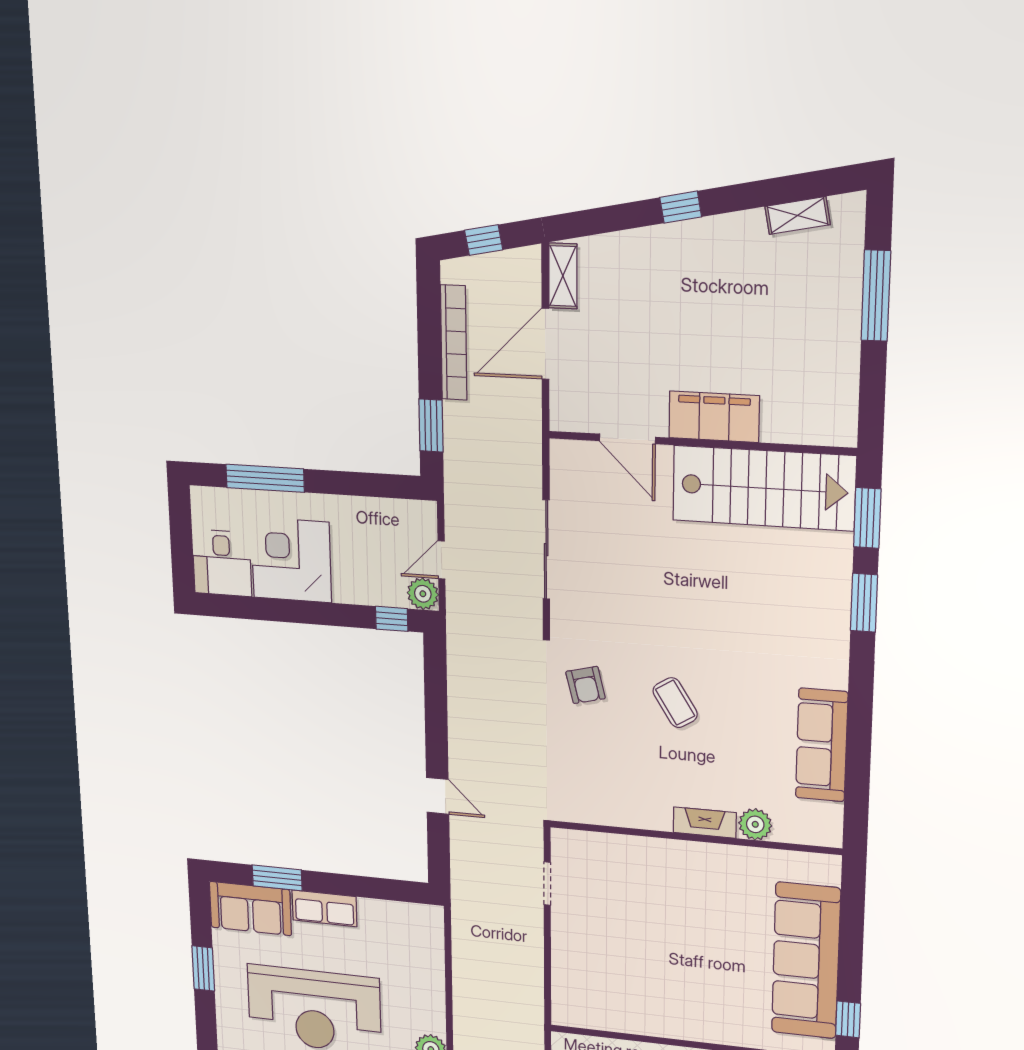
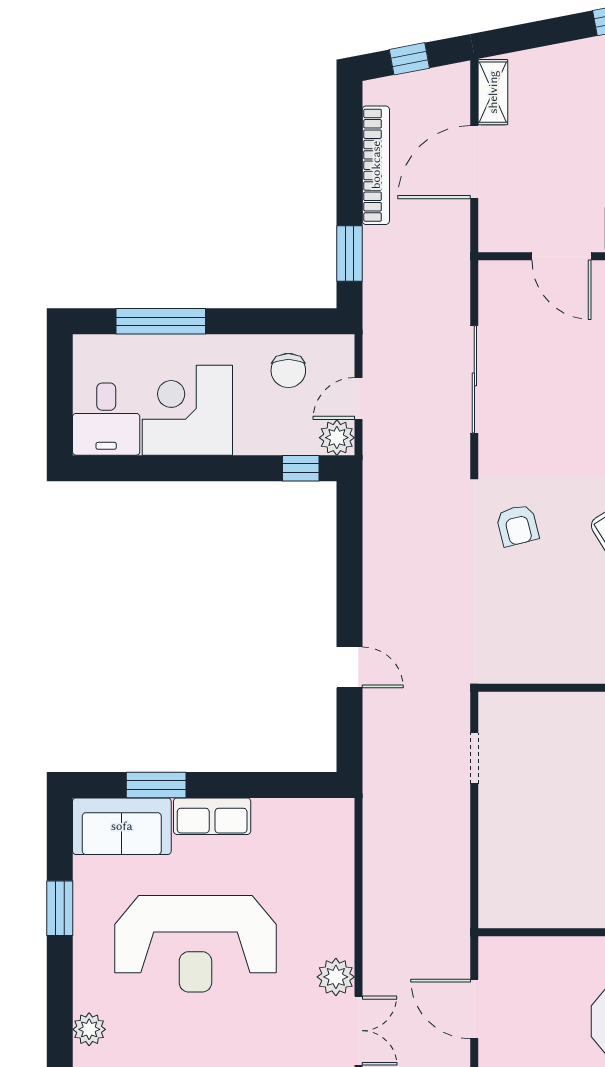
chair: (378, 530) -> (288, 370), added

